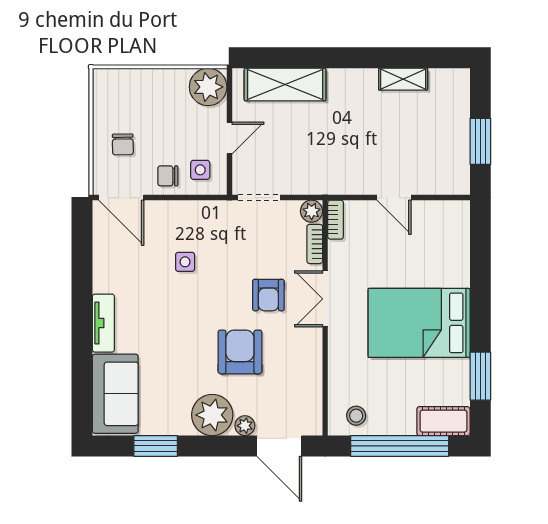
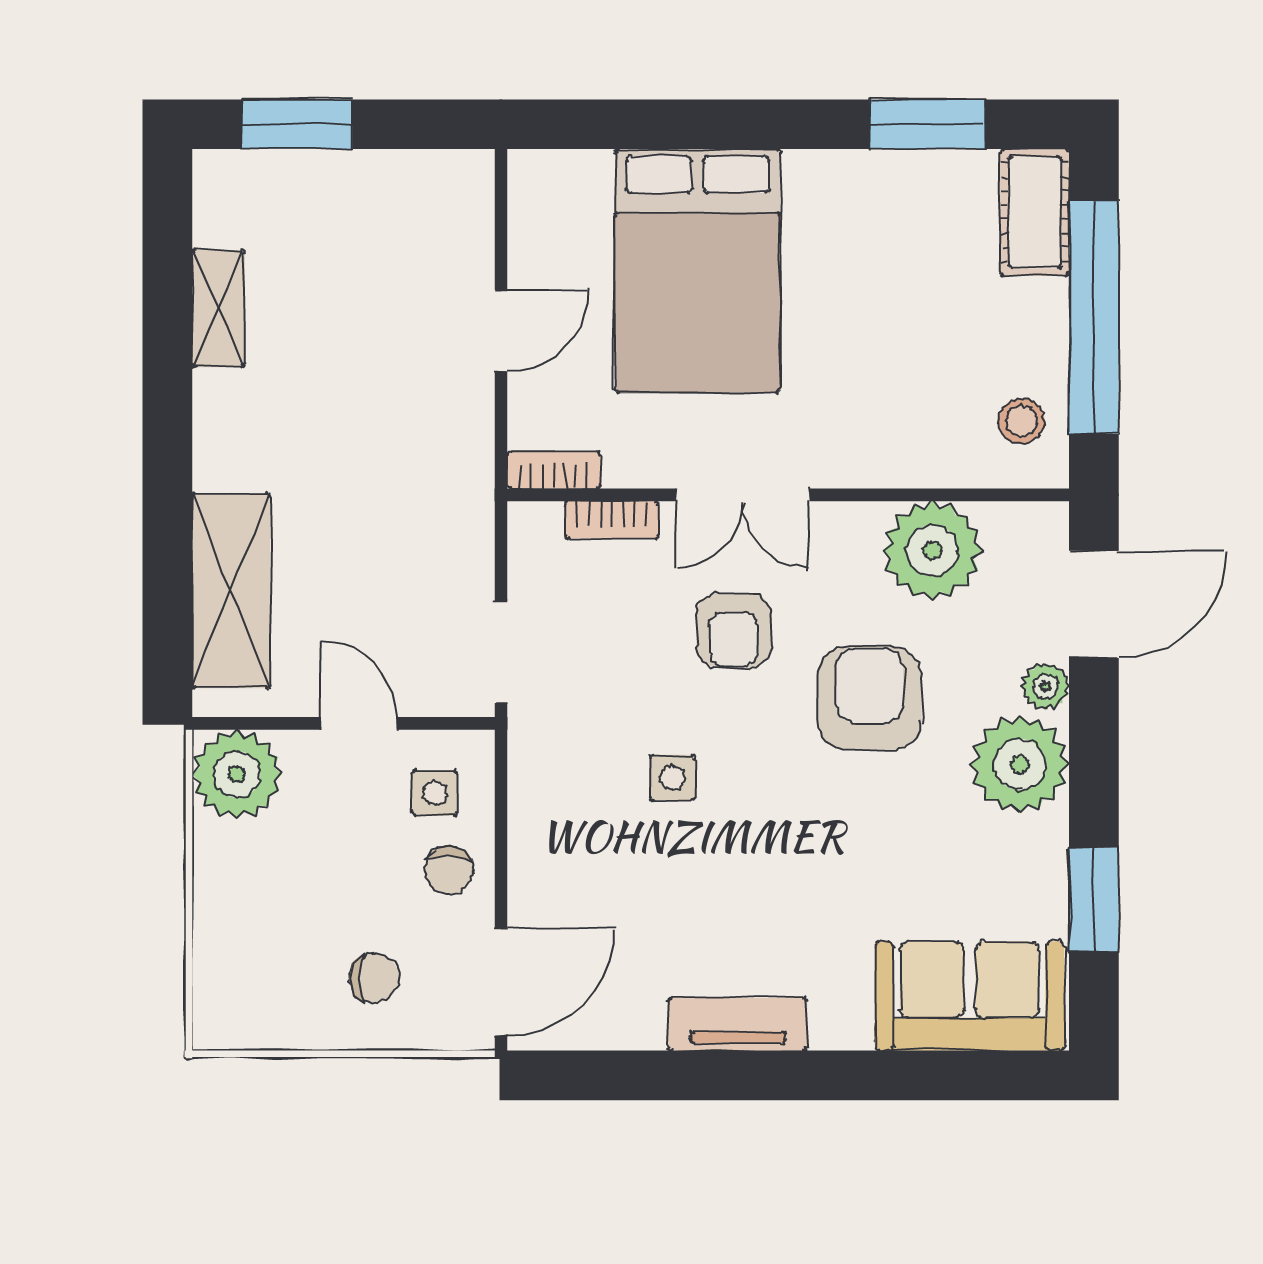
window: (480, 141) -> (297, 124), moved
plant: (312, 211) -> (932, 550), moved, width x1.88, depth x1.88
side table: (185, 262) -> (672, 778), moved
armchair: (268, 295) -> (734, 630), turned 90
tv unit: (103, 323) -> (738, 1024), moved
bed: (419, 323) -> (698, 271), moved
armchair: (240, 352) -> (869, 698), turned 90

